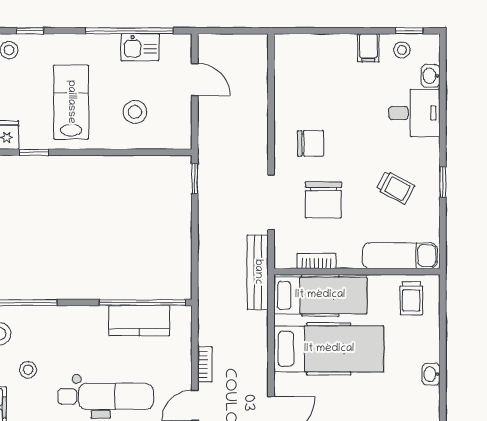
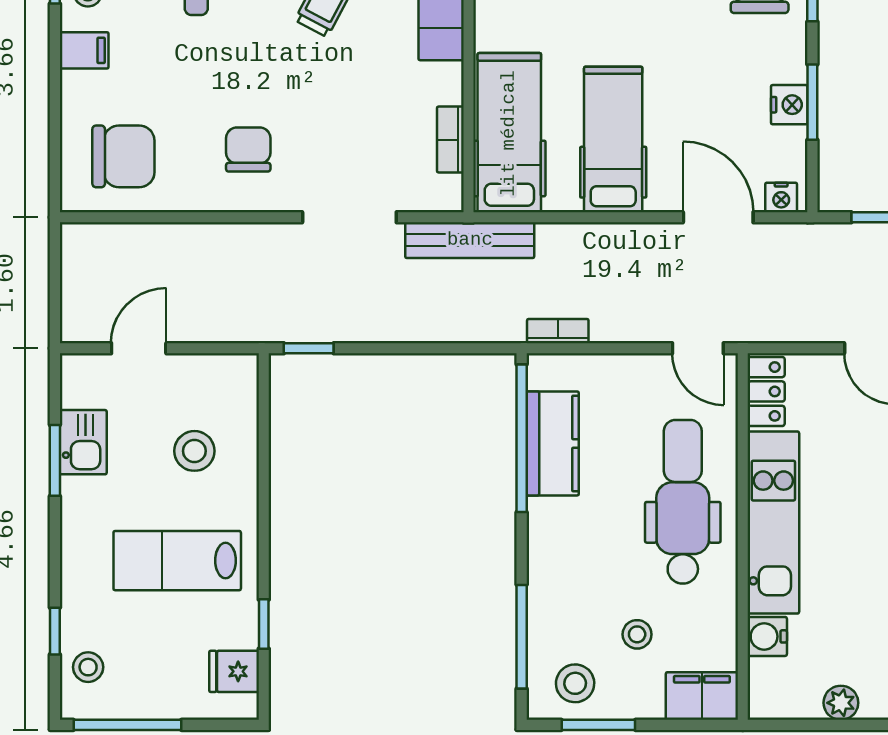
window: (129, 31) -> (55, 460), width x0.47
chair: (323, 200) -> (123, 156), moved
hospital bed: (329, 349) -> (613, 139), width x0.73, depth x0.78
bookcase: (205, 364) -> (558, 331), moved

